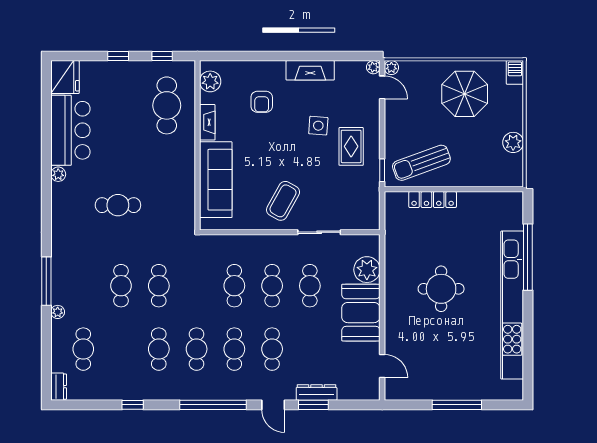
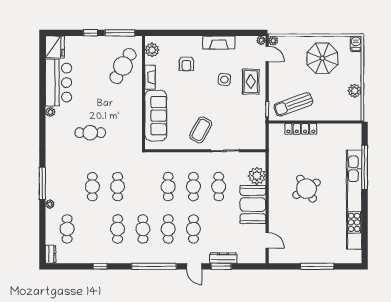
window: (162, 56) -> (120, 33), width x2.17
cafe table: (167, 105) -> (123, 66), turned 30
rug: (351, 146) -> (251, 82), moved
round table: (441, 289) -> (307, 189), turned -32

